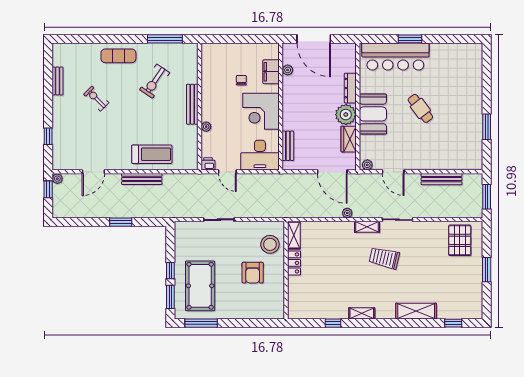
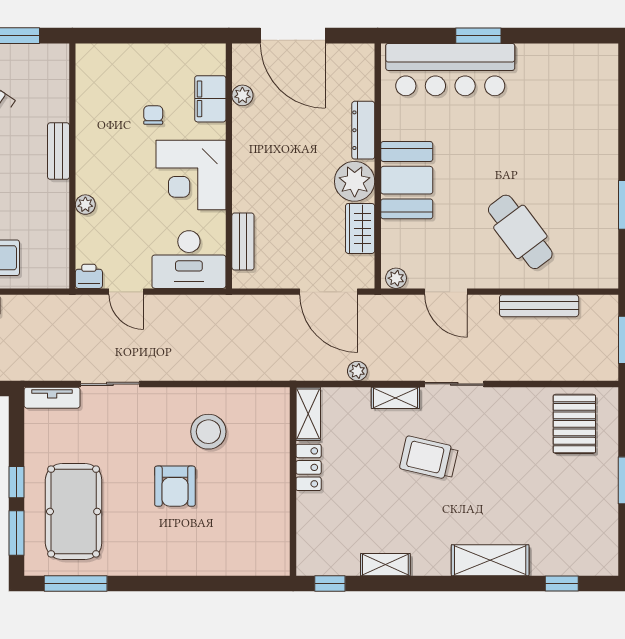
bench: (192, 104) -> (58, 151), width x0.73
cafe table: (420, 108) -> (520, 232), moved, width x1.37, depth x1.35
tv unit: (189, 227) -> (52, 398), added
shelving: (294, 235) -> (308, 414), moved
locker: (294, 263) -> (309, 467), moved
wall: (286, 270) -> (293, 481), moved

